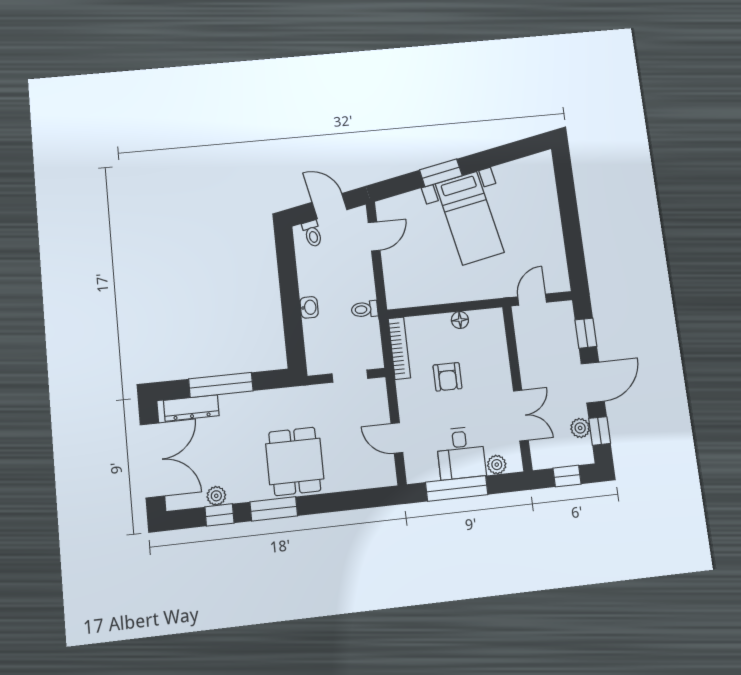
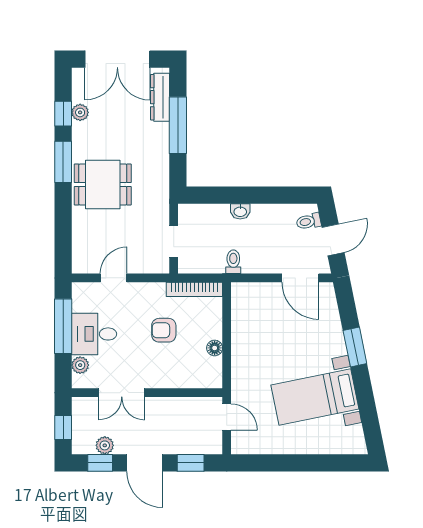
bed with nightstands: (470, 218) -> (315, 397), moved
door: (374, 236) -> (300, 278), width x1.38

